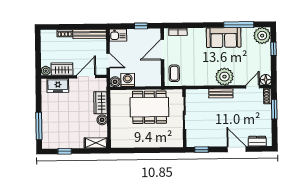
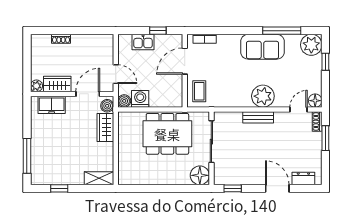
bench: (90, 34) -> (93, 40), removed
kitchen sink: (118, 35) -> (143, 42), moved
boiler: (102, 120) -> (107, 106), moved
floor lamp: (175, 140) -> (200, 175), added

